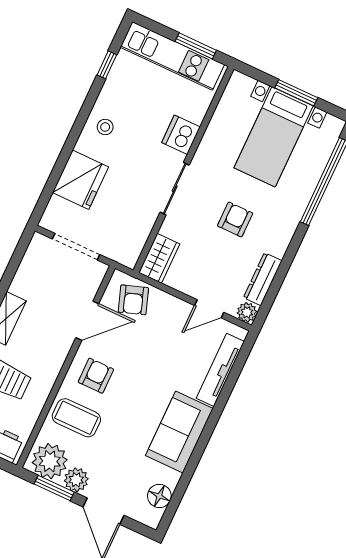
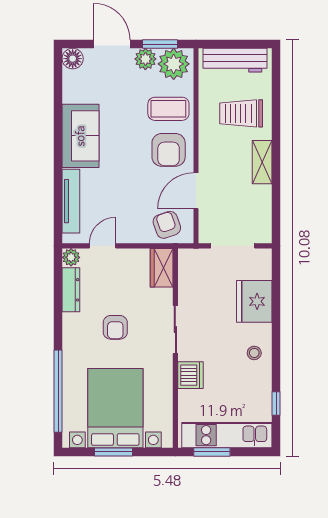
bed with nightstands: (274, 137) -> (115, 408), width x1.36
armchair: (96, 376) -> (169, 150), width x1.38, depth x1.38
floor lamp: (159, 496) -> (73, 59), moved

